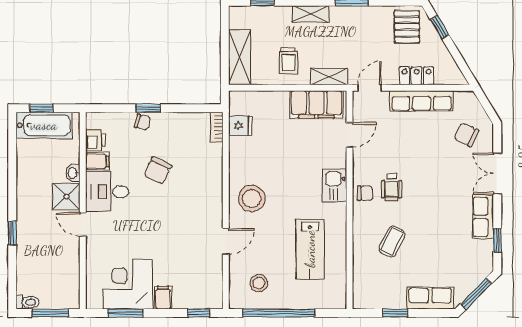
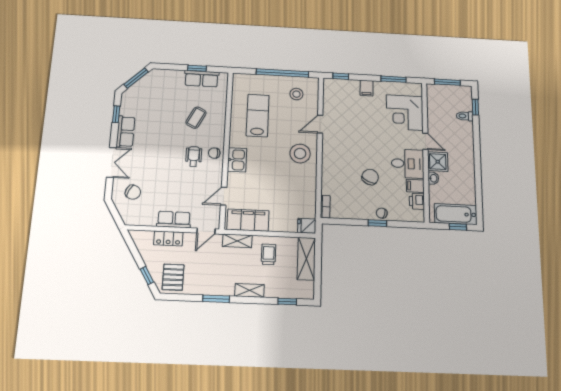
row of seats: (422, 101) -> (174, 220), width x0.68
fridge: (240, 126) -> (307, 226), moved
window: (12, 233) -> (475, 107), moved
corner desk: (128, 284) -> (405, 113), moved, turned 90
row of seats: (430, 298) -> (202, 79), moved
toilet: (27, 302) -> (465, 116), moved

